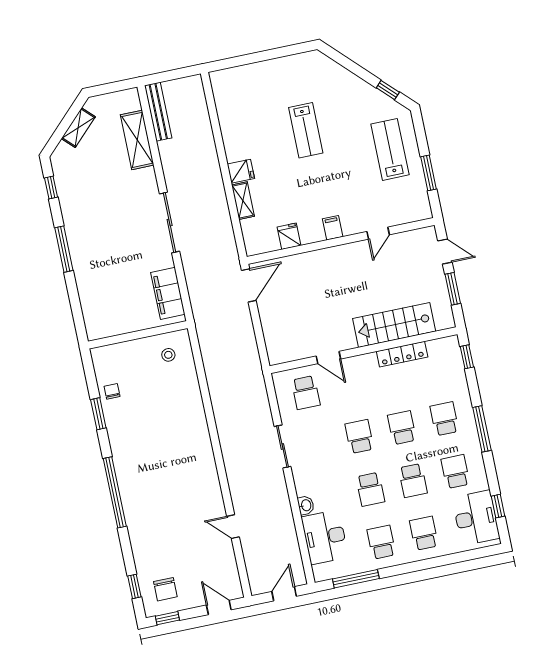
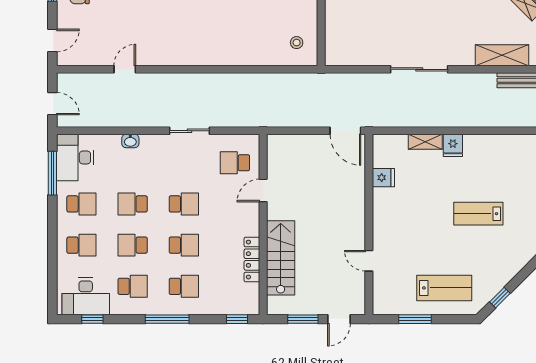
filing cabinet: (333, 228) -> (383, 220), removed
filing cabinet: (168, 293) -> (354, 54), removed
desk: (325, 537) -> (75, 157), moved, turned -90

